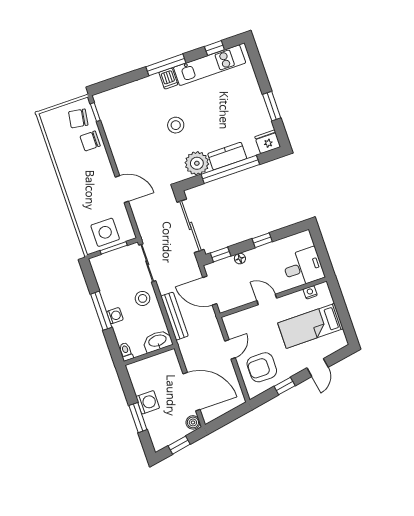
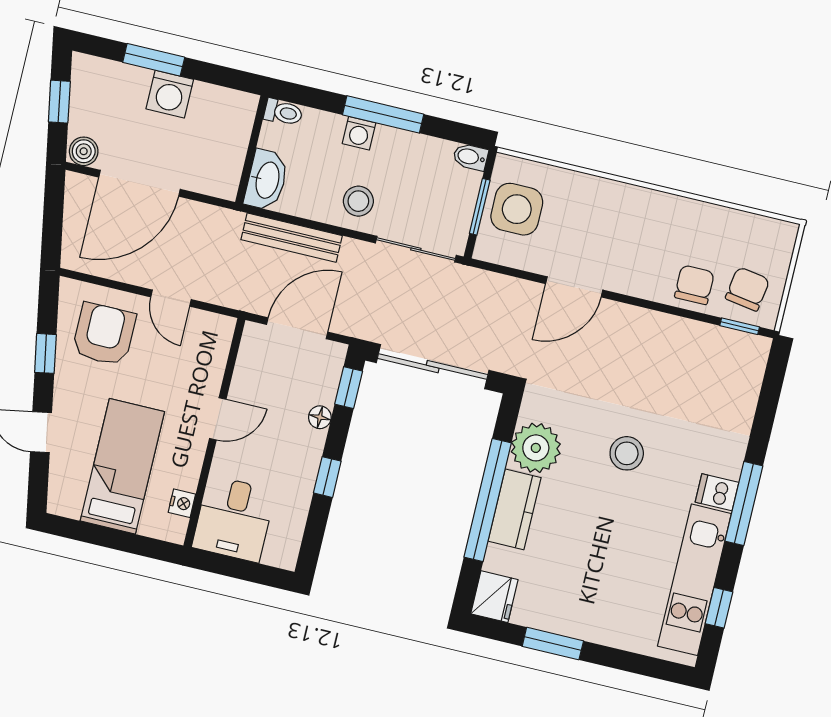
bidet: (96, 264) -> (470, 157), added

